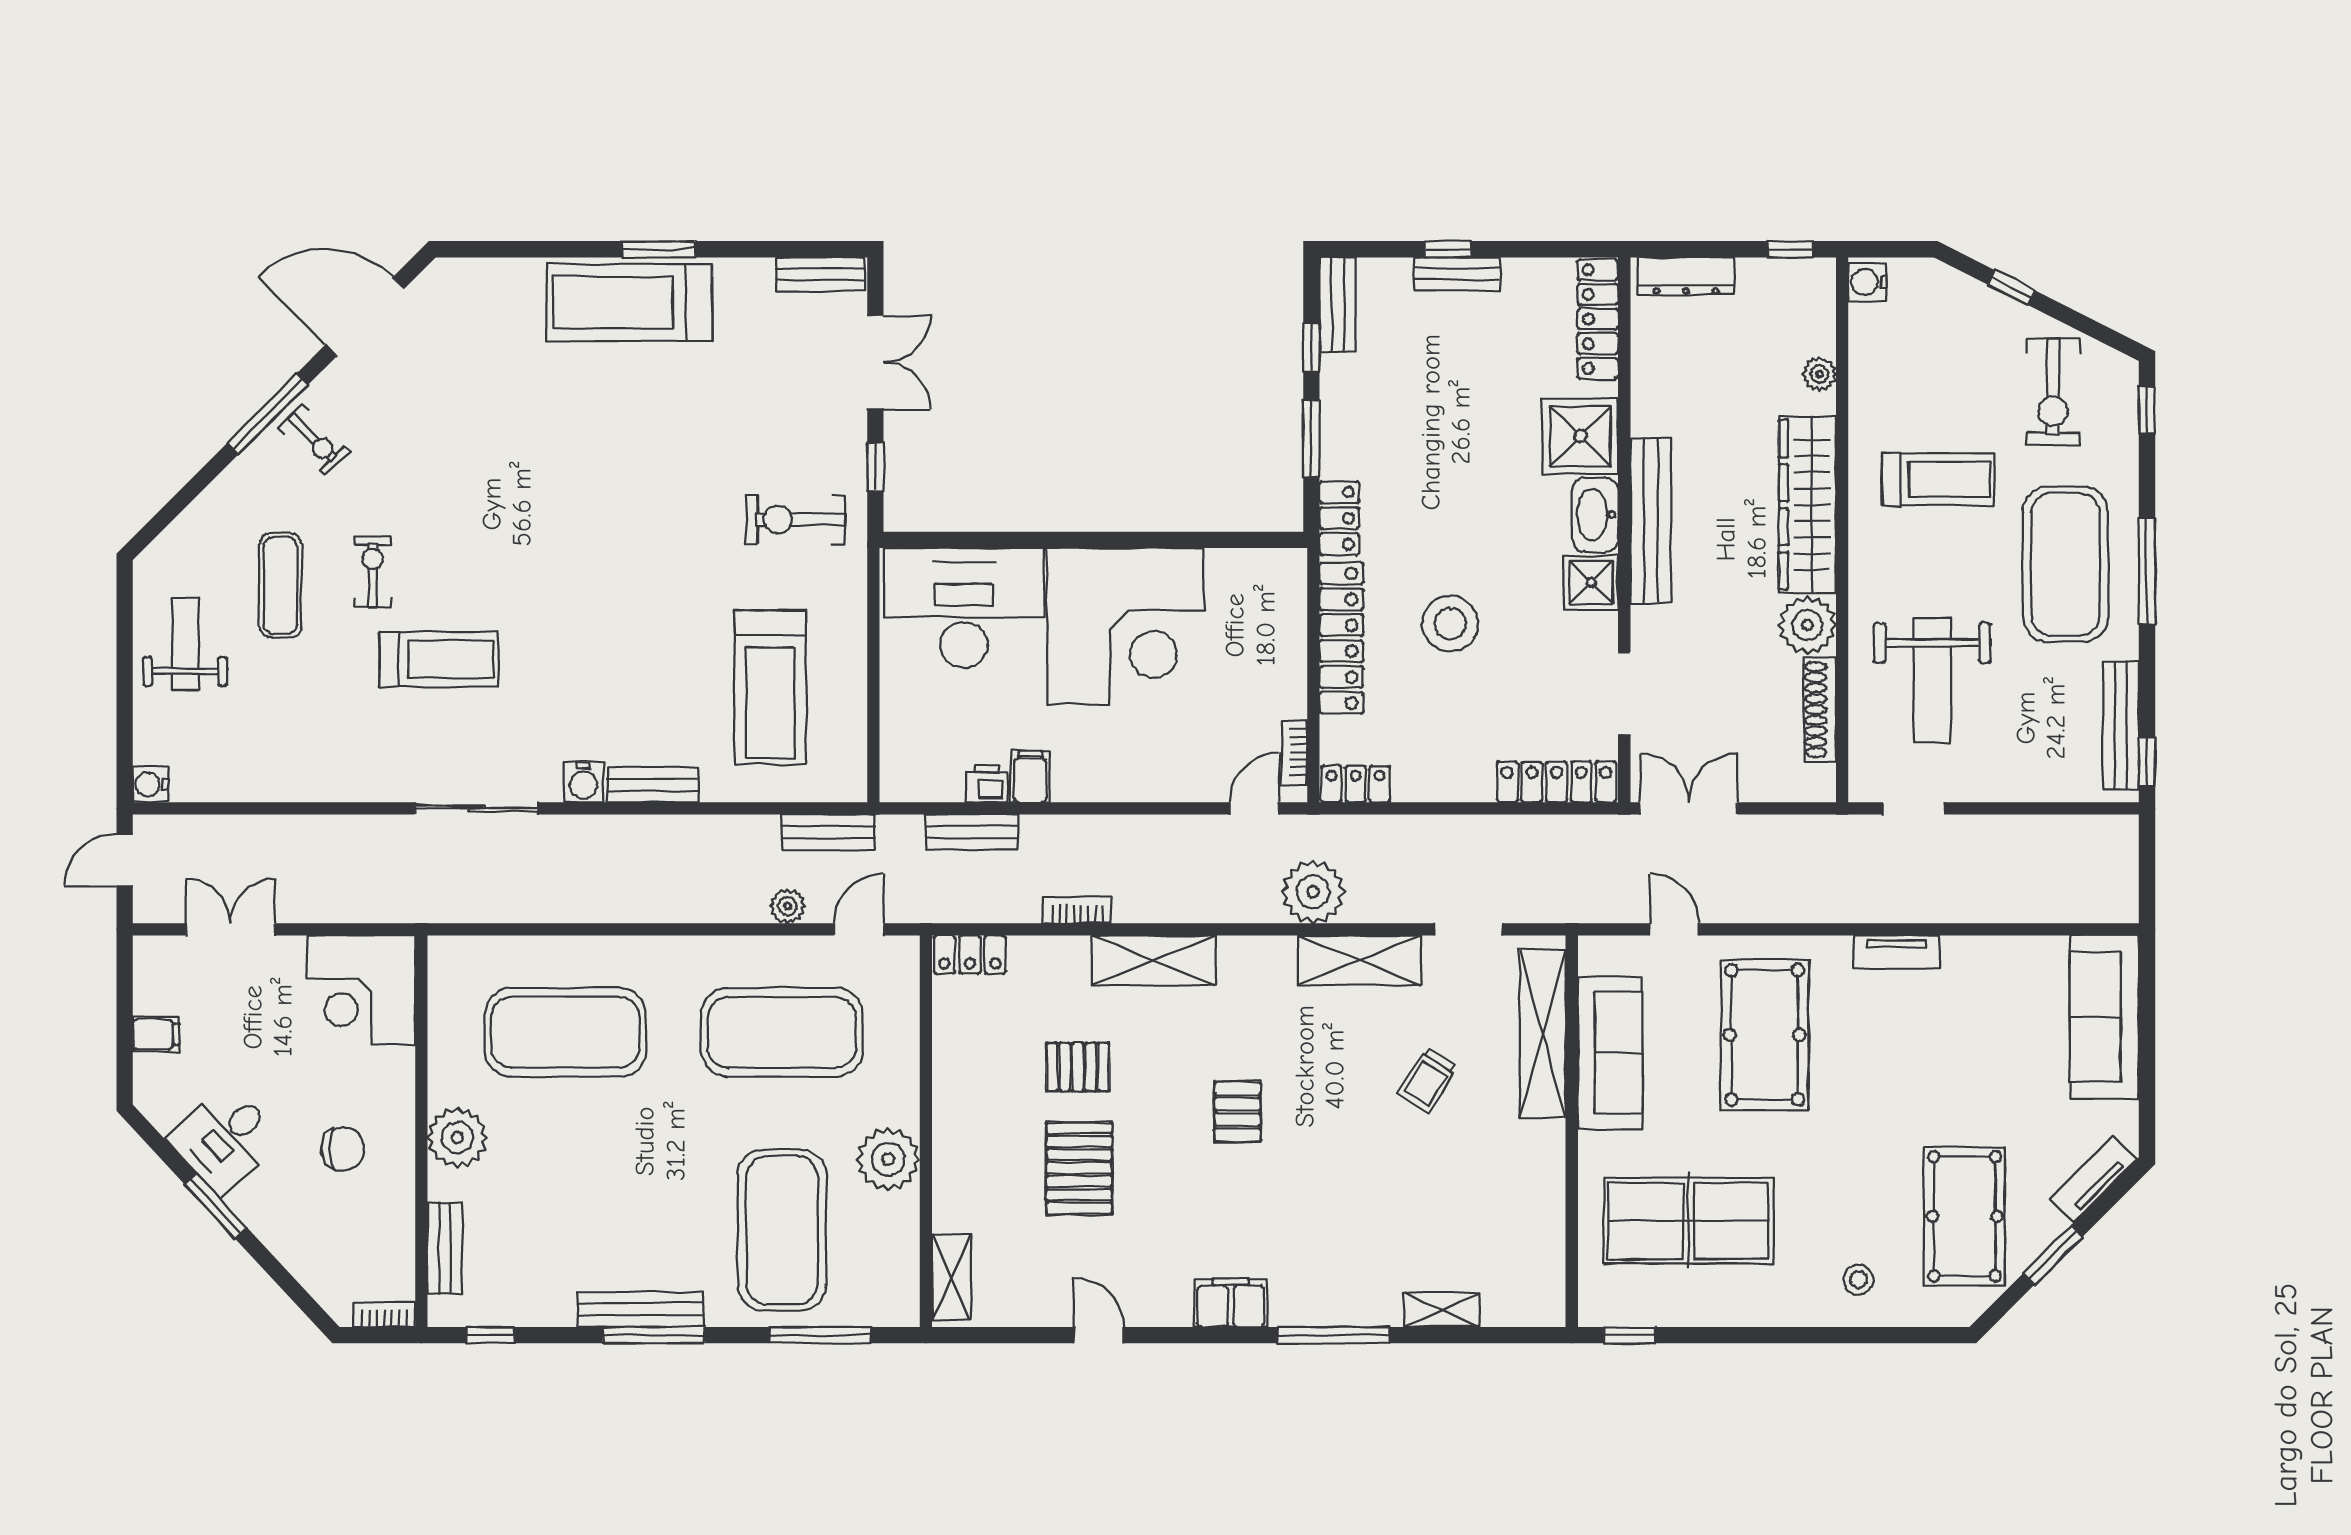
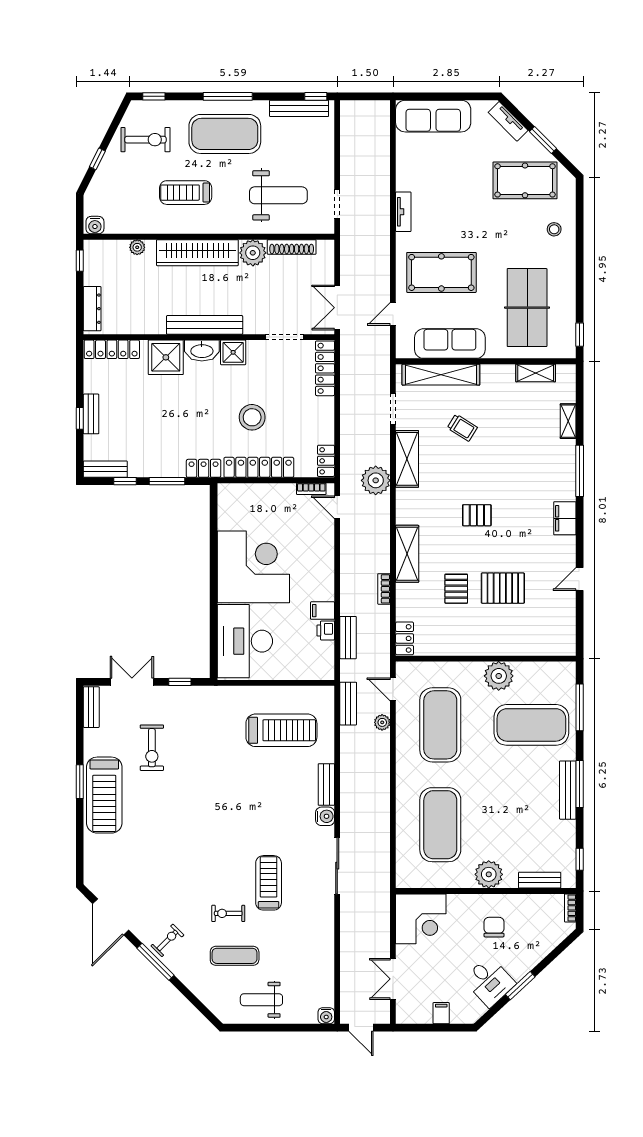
treadmill: (1938, 479) -> (186, 193), turned -90
exercise bike: (796, 520) -> (152, 748), moved
shelving: (951, 1277) -> (536, 373), moved

